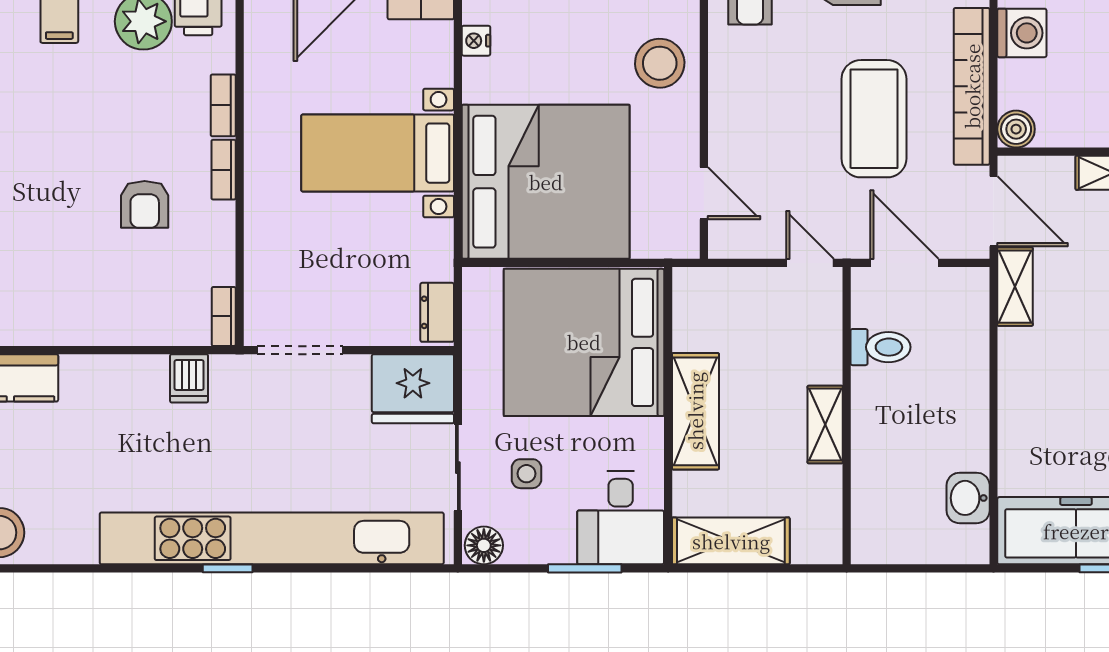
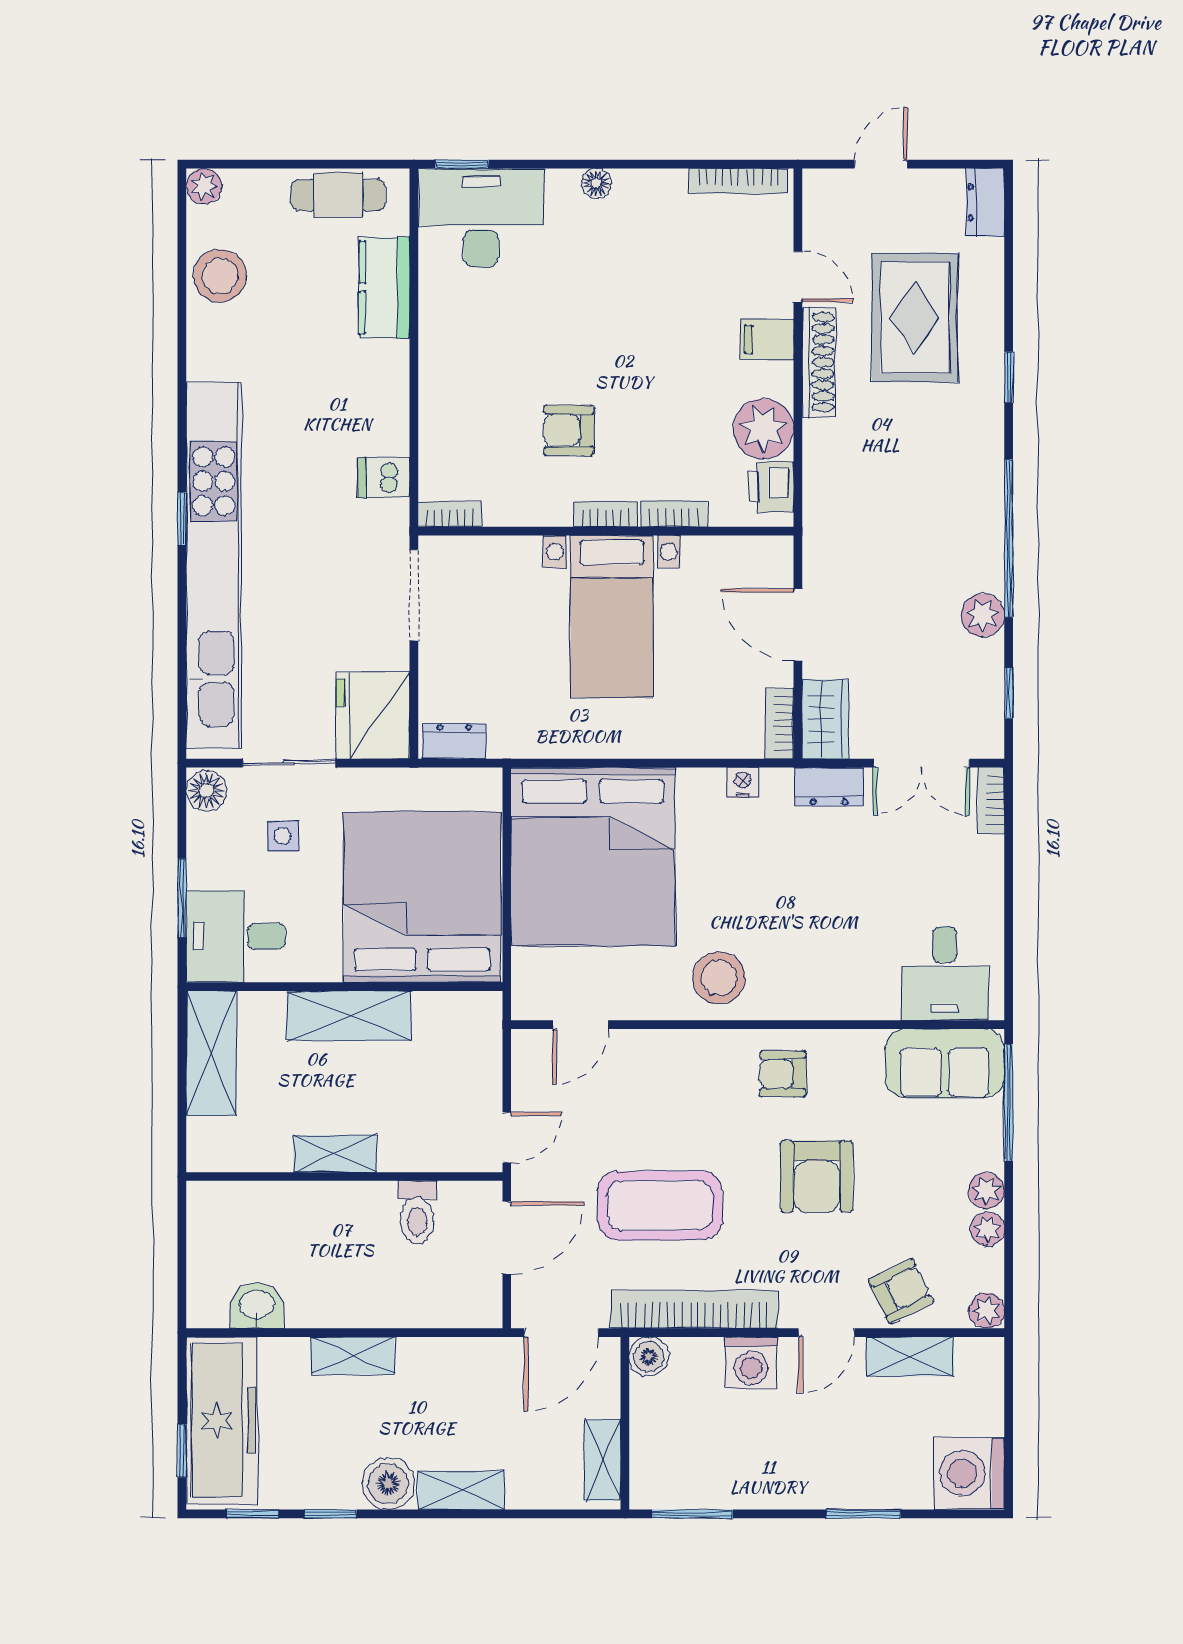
bed with nightstands: (378, 153) -> (612, 616), moved, turned 180
shelving: (1015, 287) -> (353, 1356), moved

